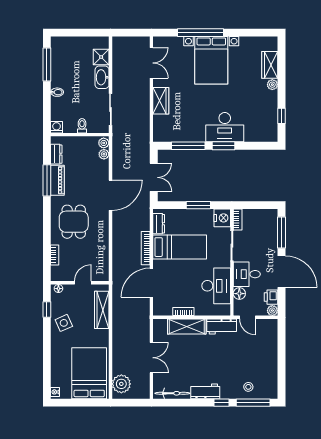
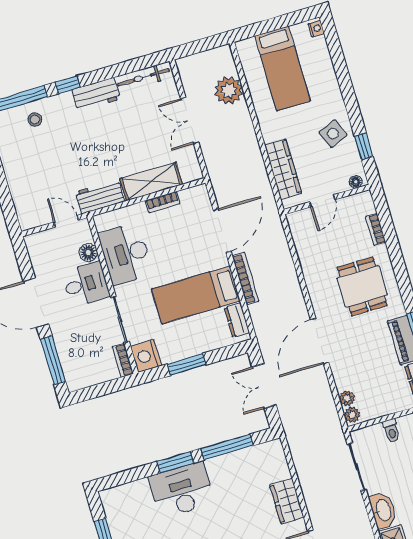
printer: (271, 297) -> (40, 261), removed
plant: (272, 311) -> (32, 242), removed
bed: (89, 373) -> (283, 68), width x0.67
plant: (121, 384) -> (229, 91), moved

